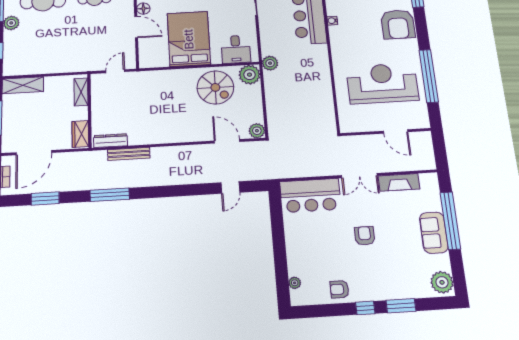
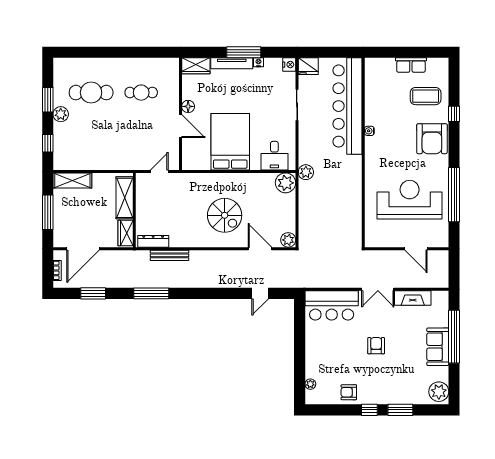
spiral stairs: (215, 87) -> (225, 215), moved
shelving: (81, 92) -> (125, 198), width x1.50, depth x1.33

